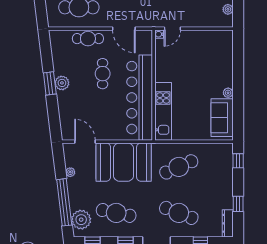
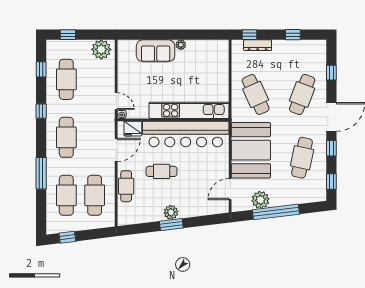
plant: (228, 9) -> (101, 49), width x1.87, depth x1.87
fridge: (145, 45) -> (133, 129), added
kitchen unit: (163, 111) -> (189, 110), width x1.36
sofa: (222, 118) -> (156, 51), moved
plant: (70, 172) -> (260, 200), width x1.87, depth x1.87
window: (64, 202) -> (276, 212), moved
plant: (81, 220) -> (309, 193), removed
dresser: (228, 223) -> (258, 45), moved

